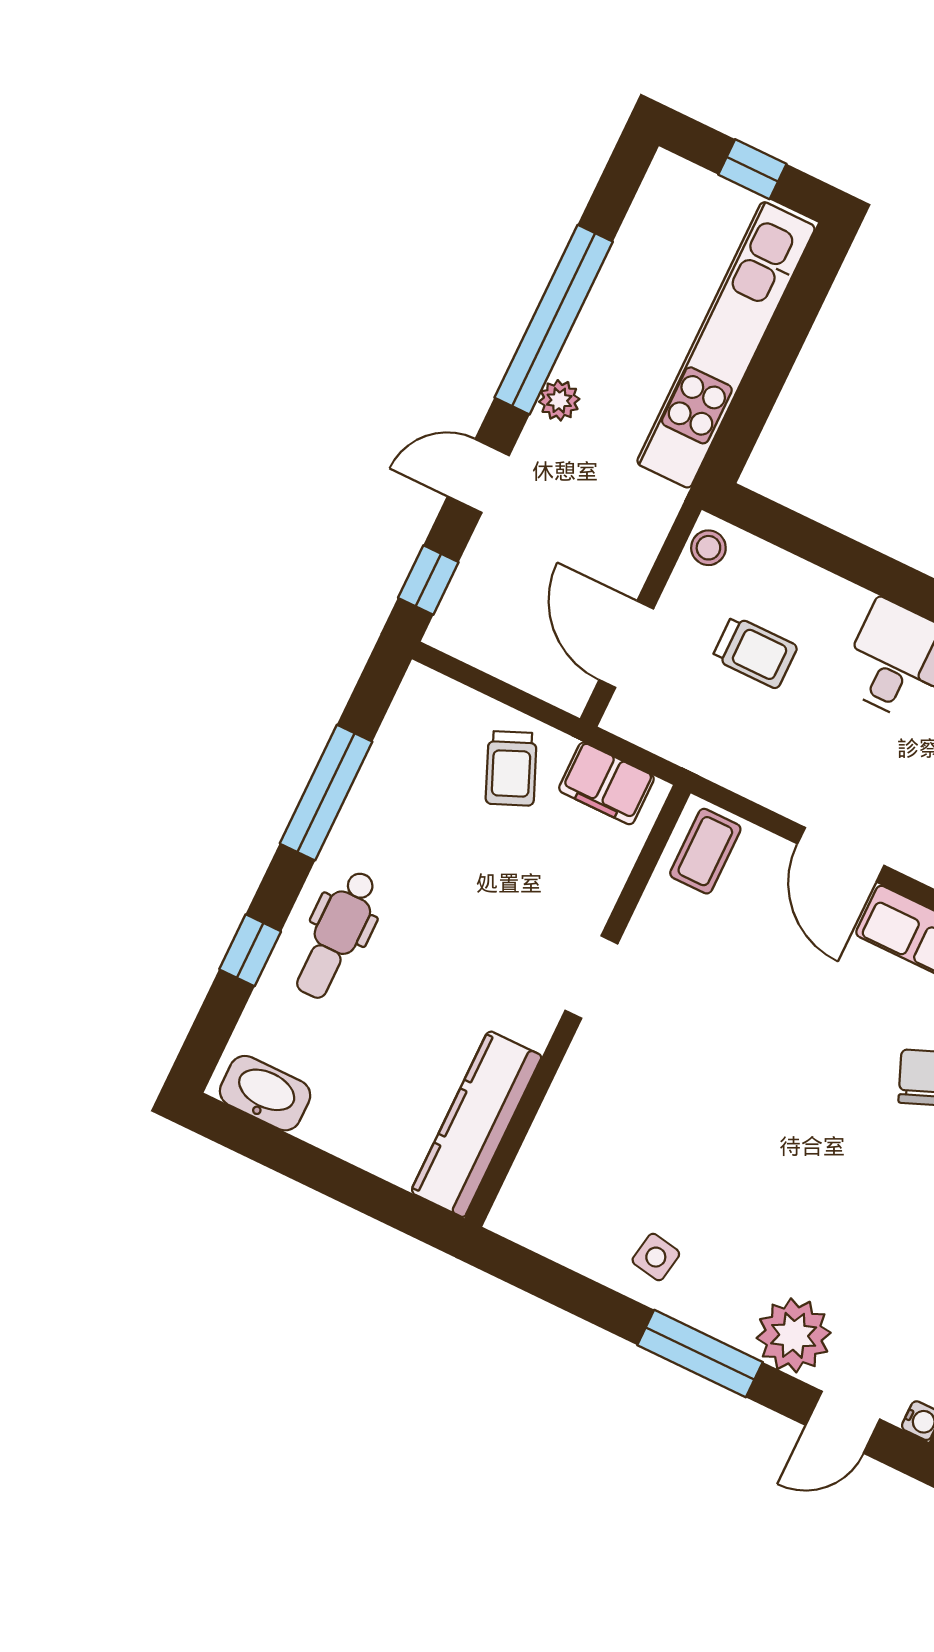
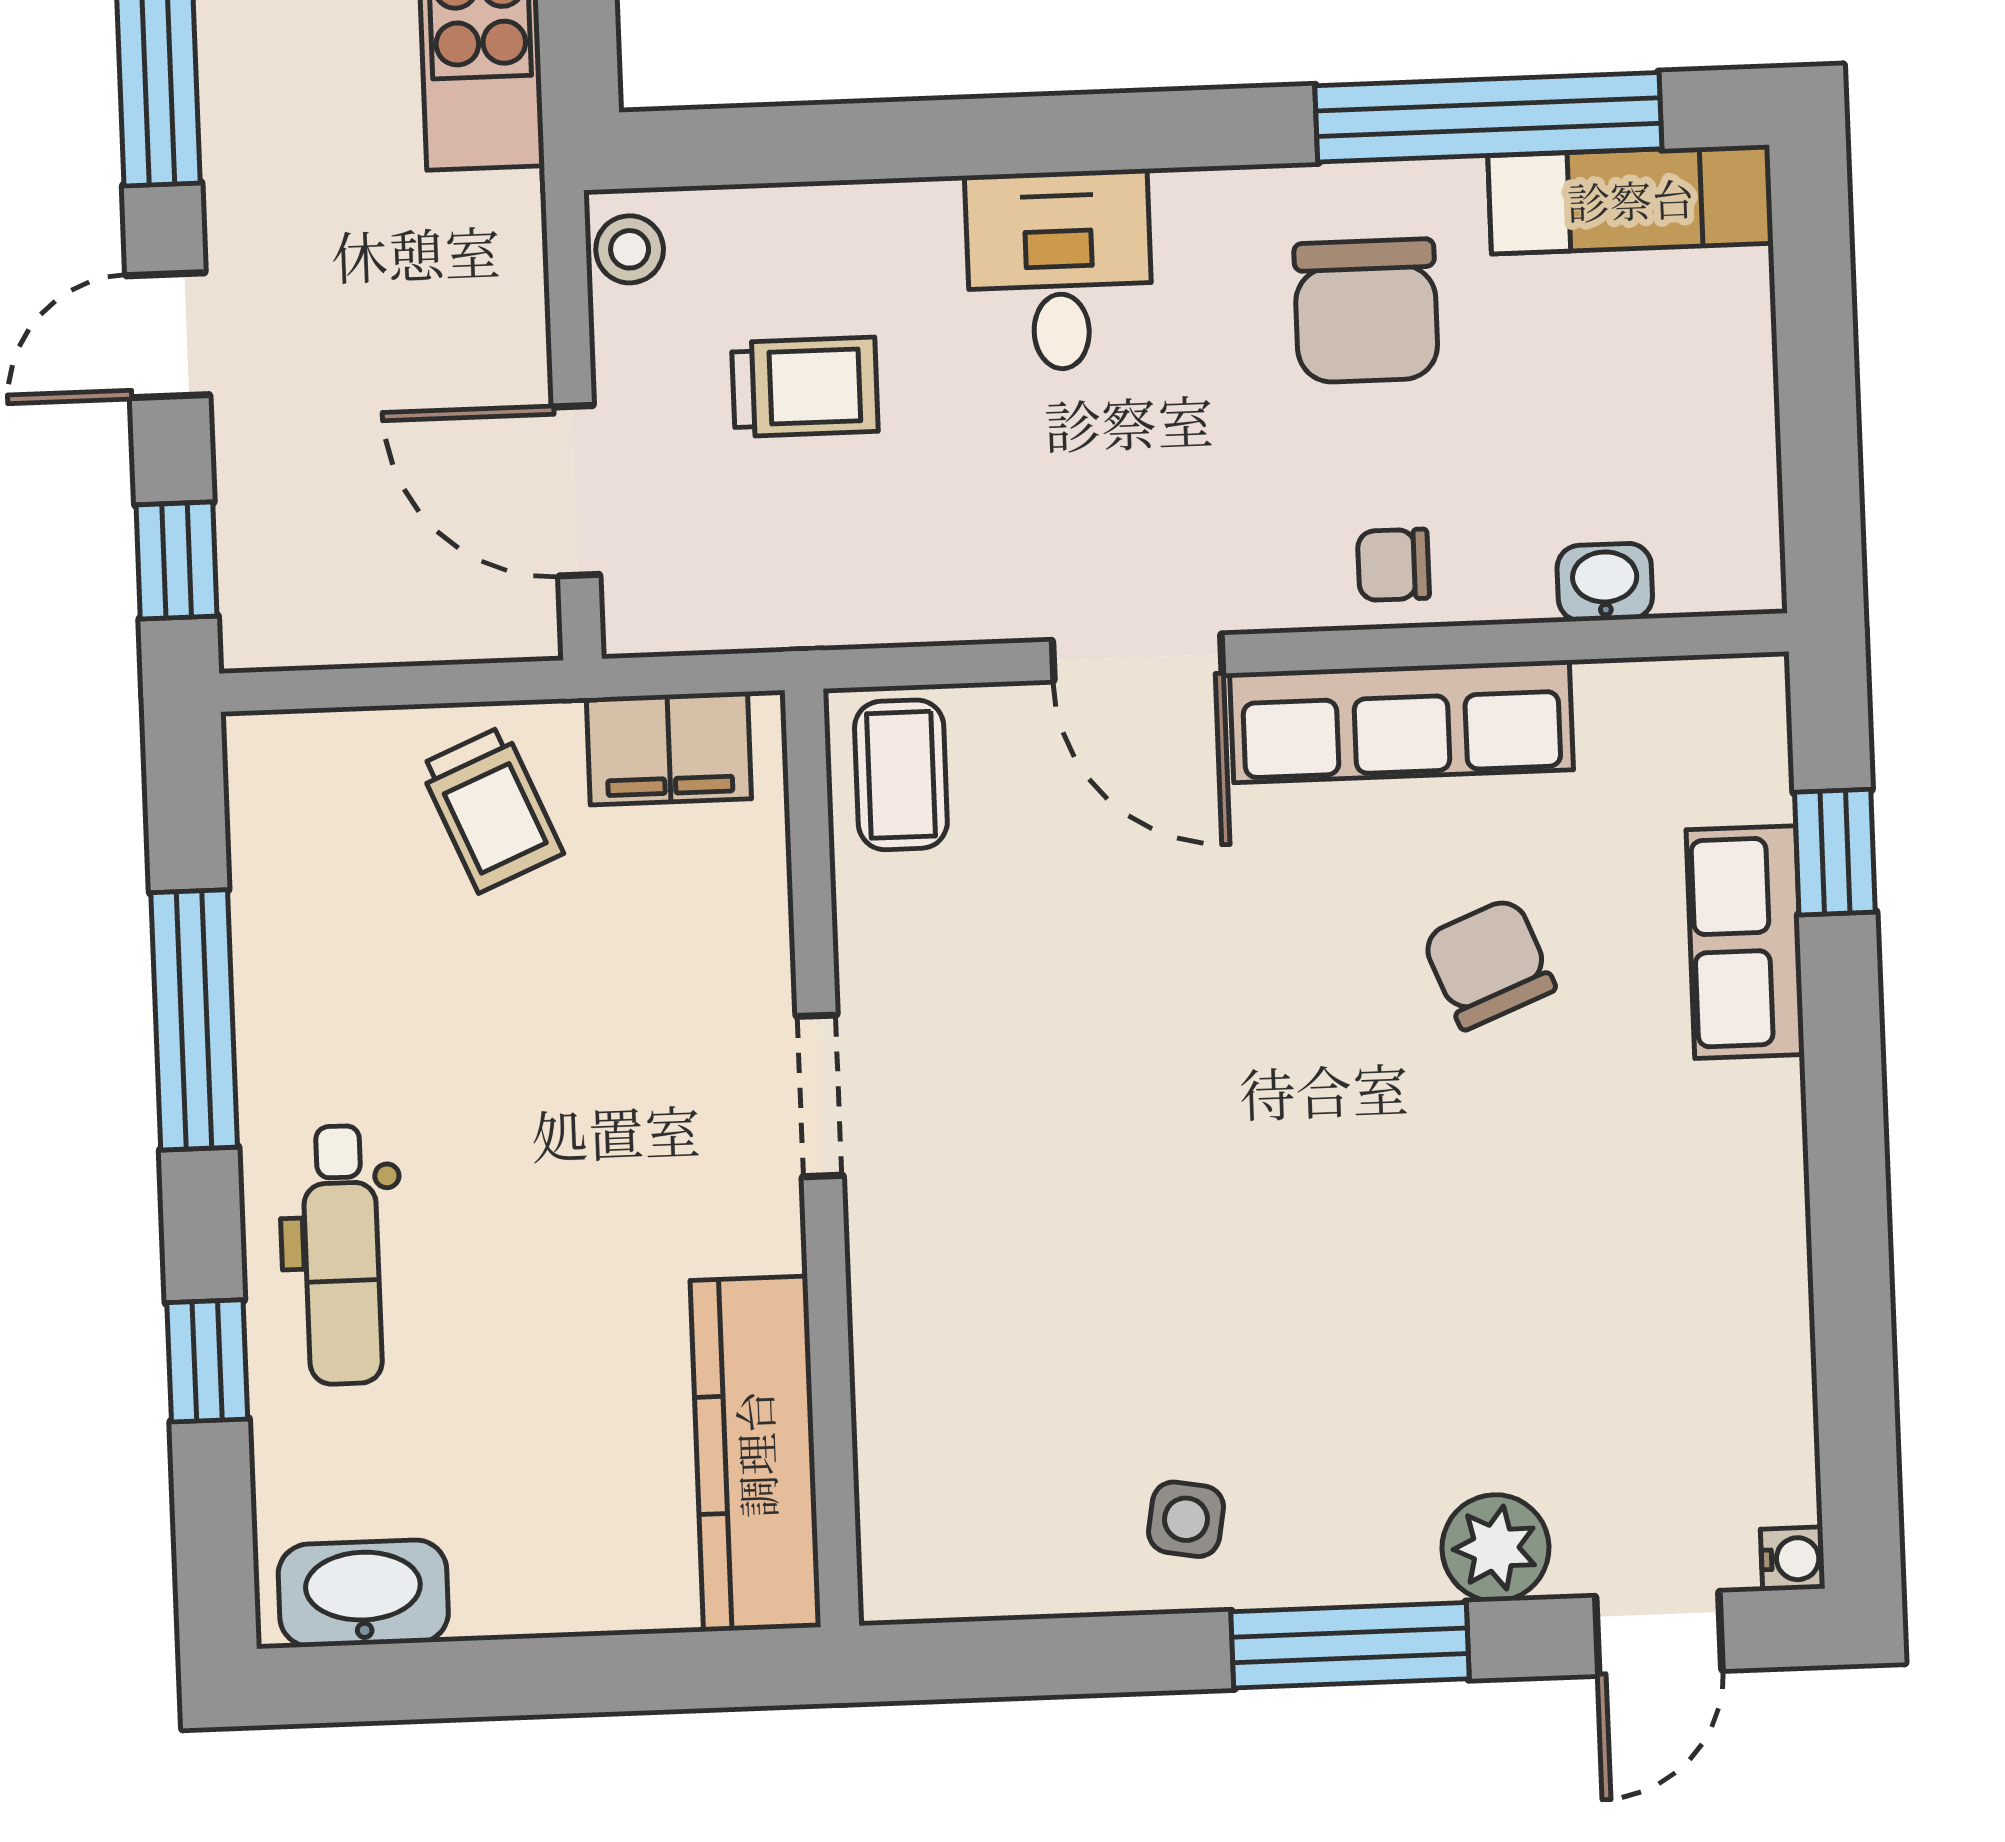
plant: (559, 400) -> (238, 131), removed
plant: (794, 1335) -> (1495, 1548), width x0.73, depth x0.73

